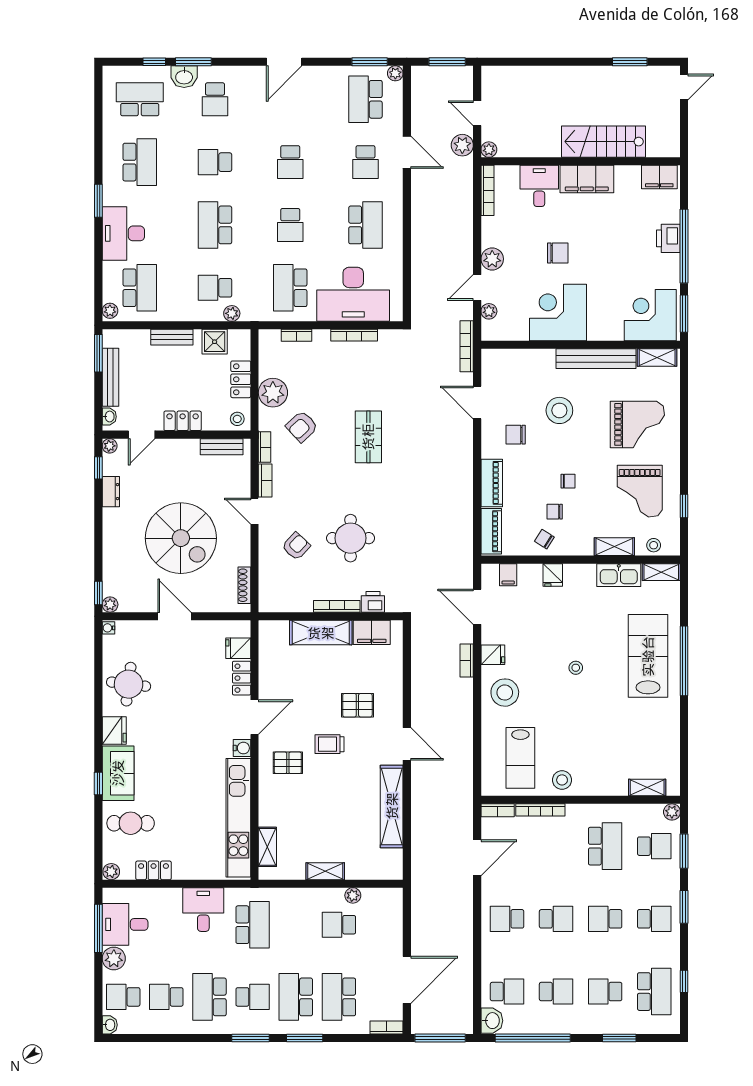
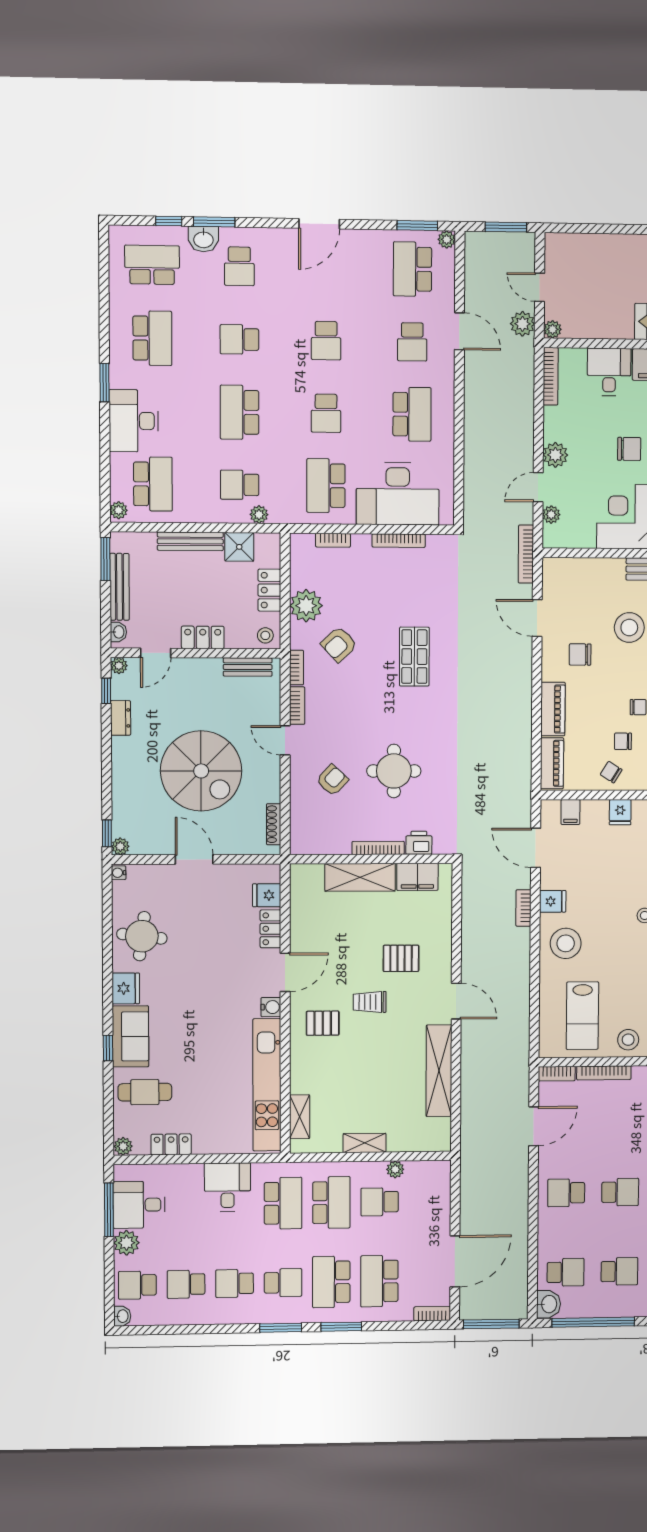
bench: (172, 337) -> (190, 541), width x1.36
school desk: (296, 925) -> (331, 1202), added
school desk: (209, 997) -> (235, 1283), width x0.54

